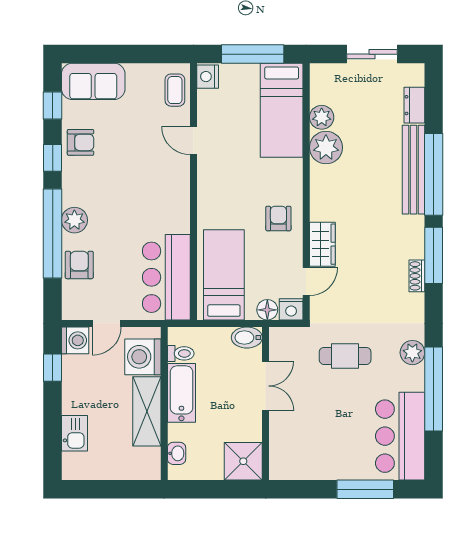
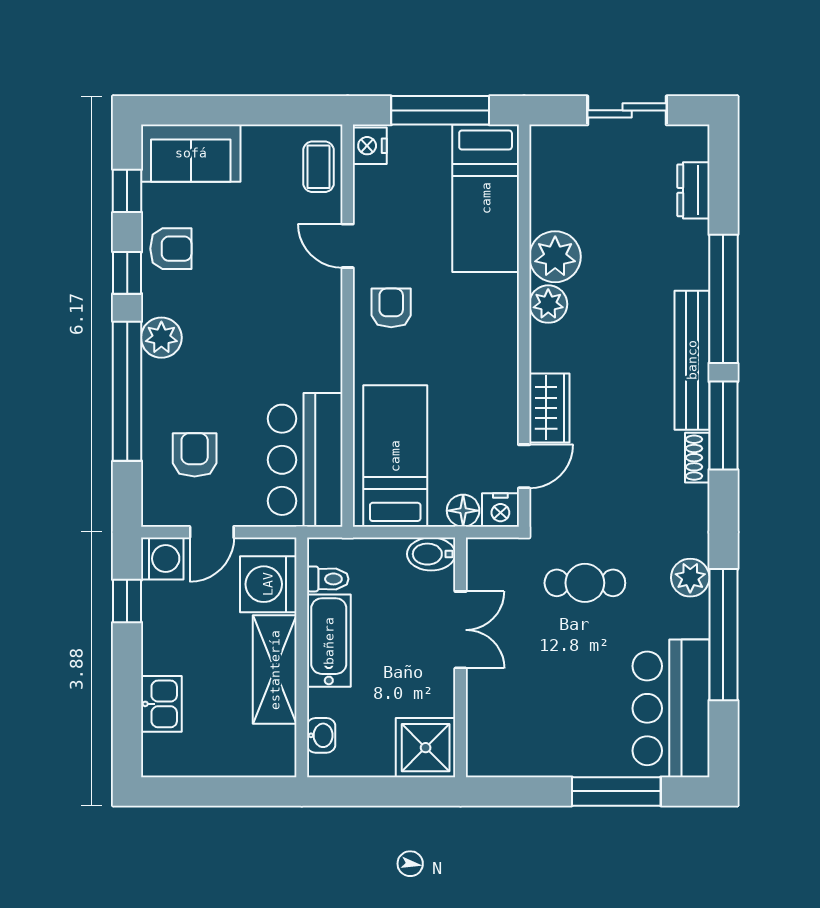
plant: (322, 117) -> (548, 304), moved
bench: (414, 170) -> (692, 360), moved
armchair: (278, 218) -> (391, 308), moved
plant: (74, 220) -> (161, 338), moved
armchair: (79, 265) -> (195, 455), moved

